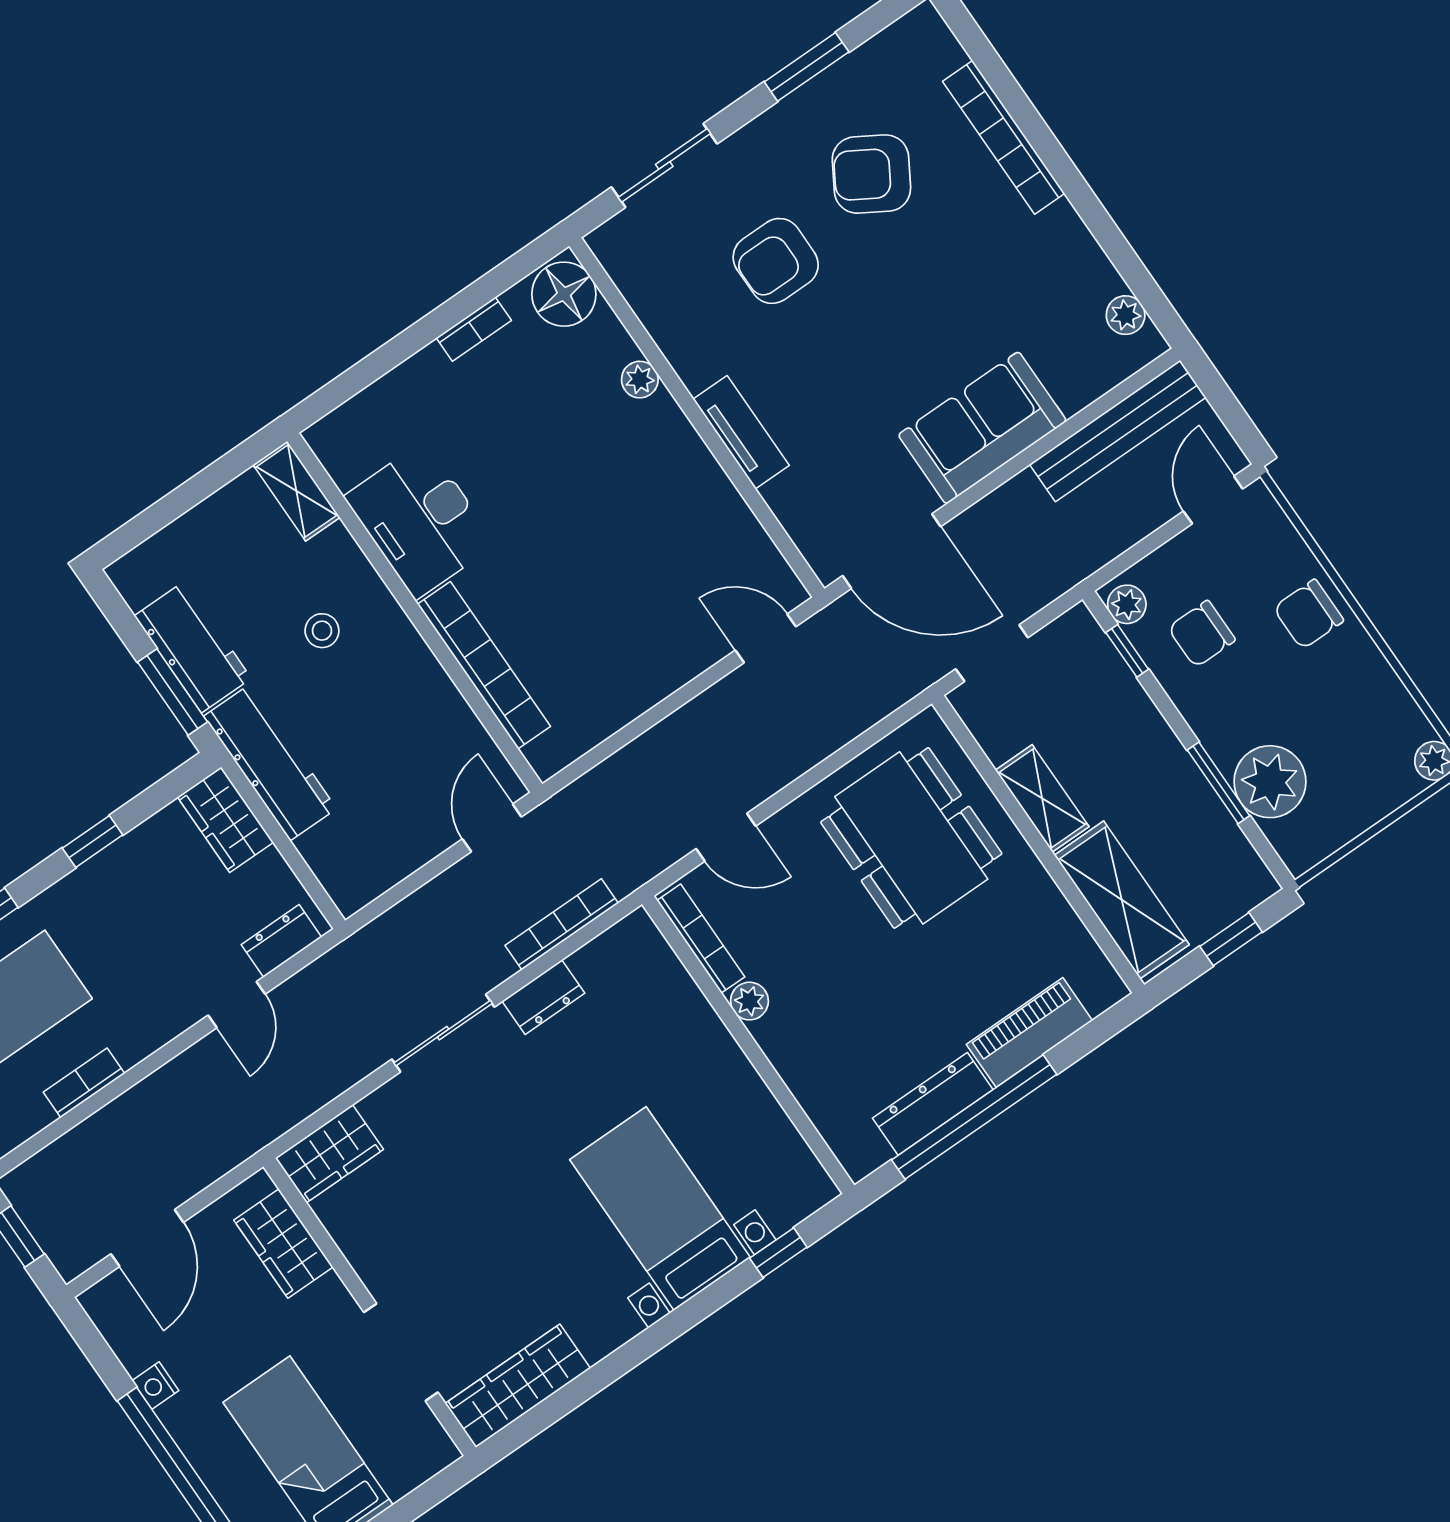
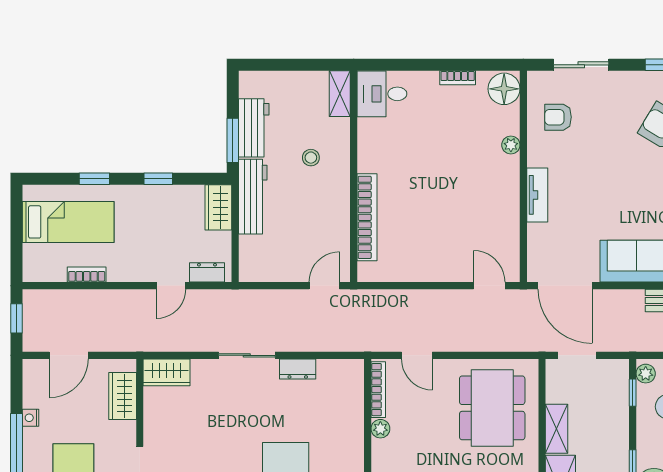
armchair: (776, 261) -> (558, 117), moved, width x0.72, depth x0.72
desk: (420, 520) -> (382, 94), moved, width x0.73
bookcase: (562, 924) -> (326, 345), removed

